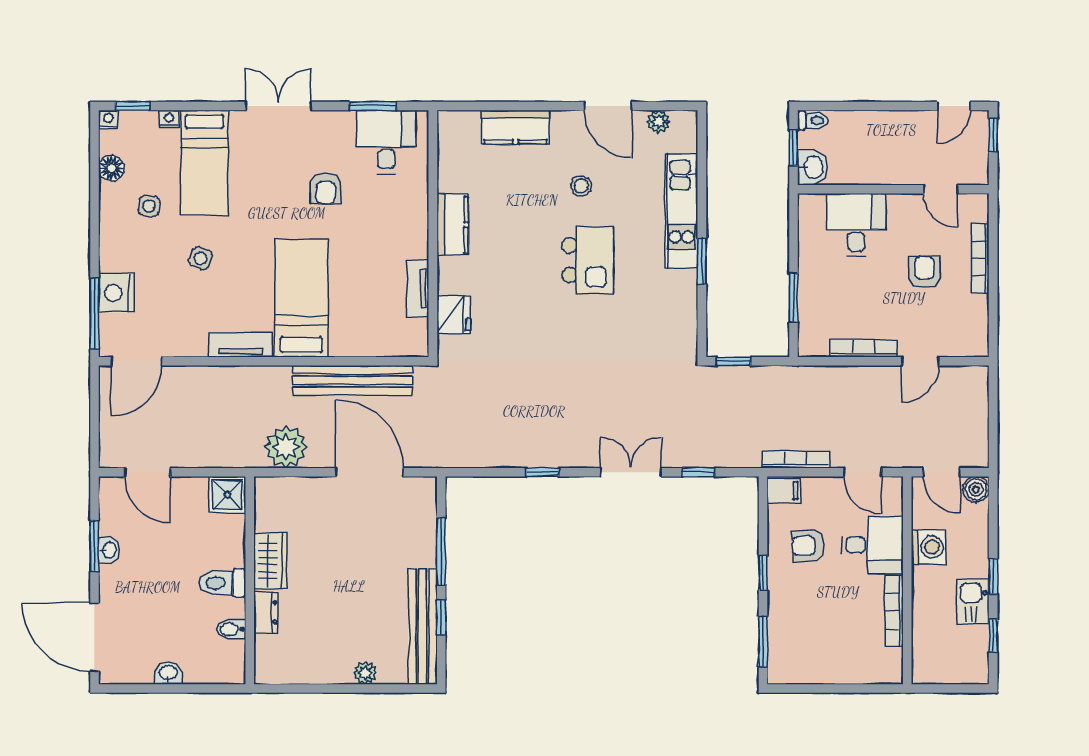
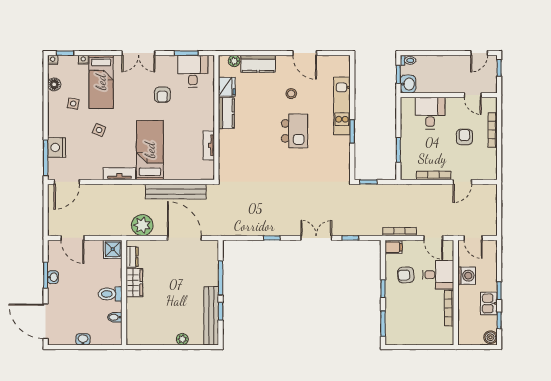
double door: (278, 106) -> (138, 53), swing flipped
plant: (658, 122) -> (234, 61), moved
fridge: (453, 315) -> (227, 87), moved
boiler: (976, 489) -> (490, 337), moved
dresser: (266, 612) -> (132, 257), moved

